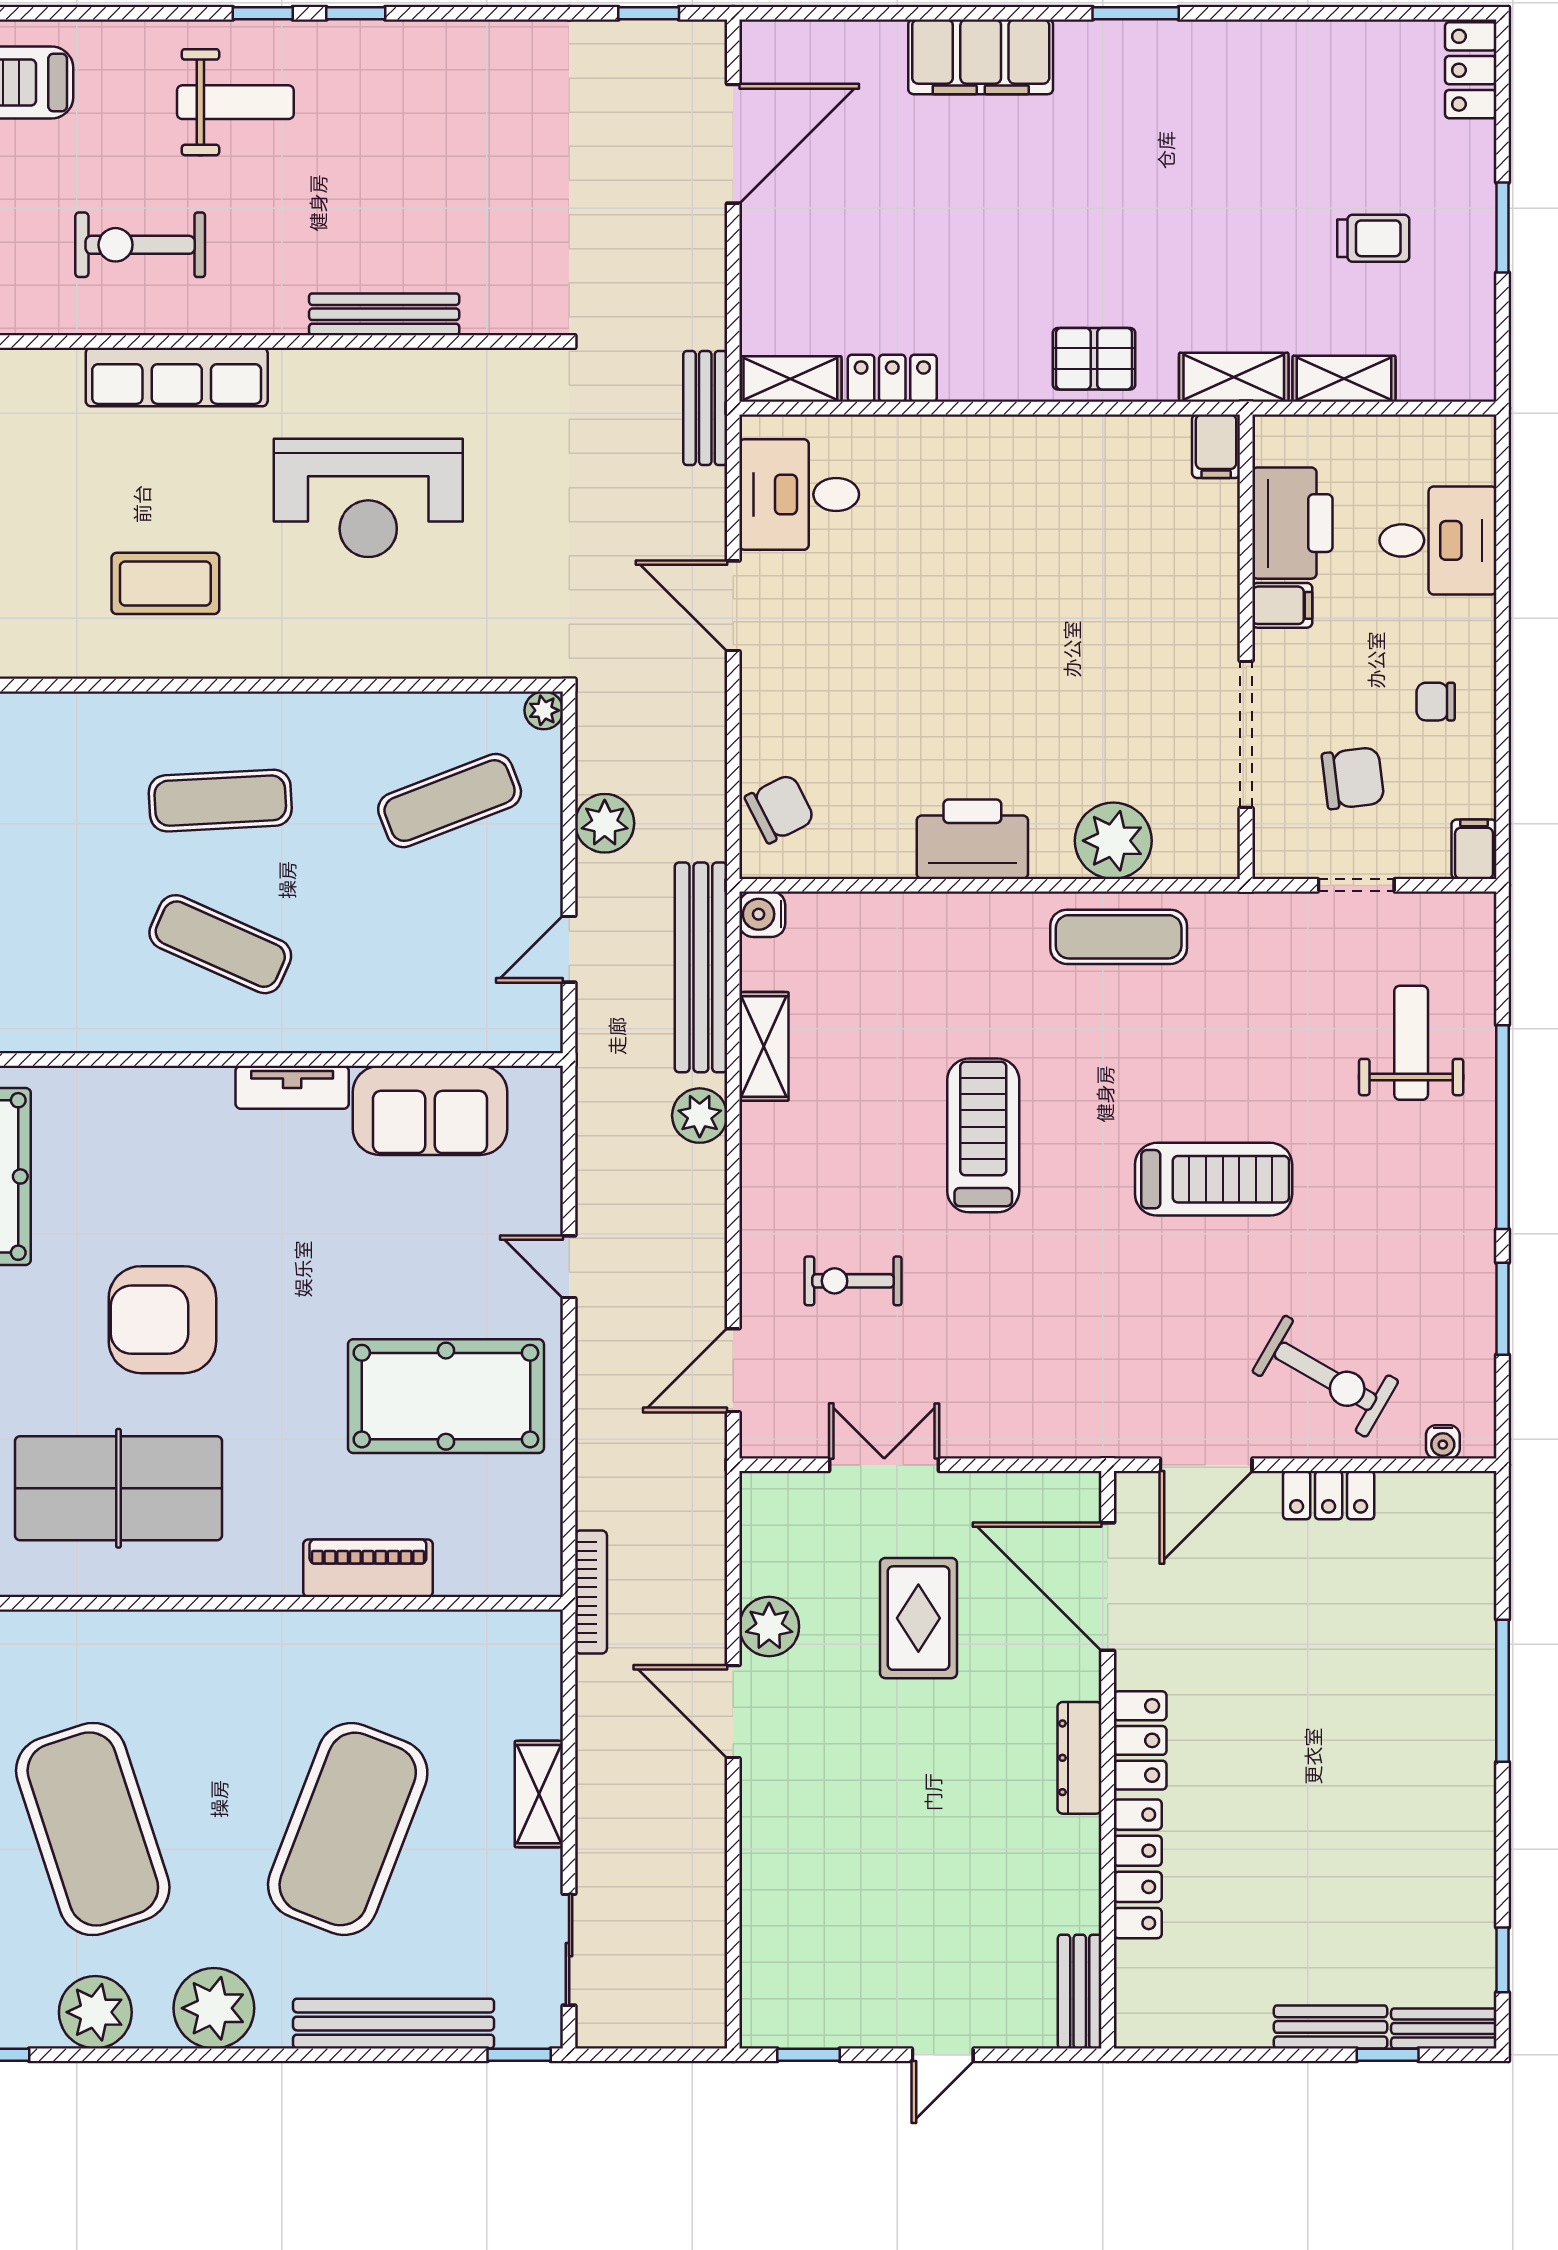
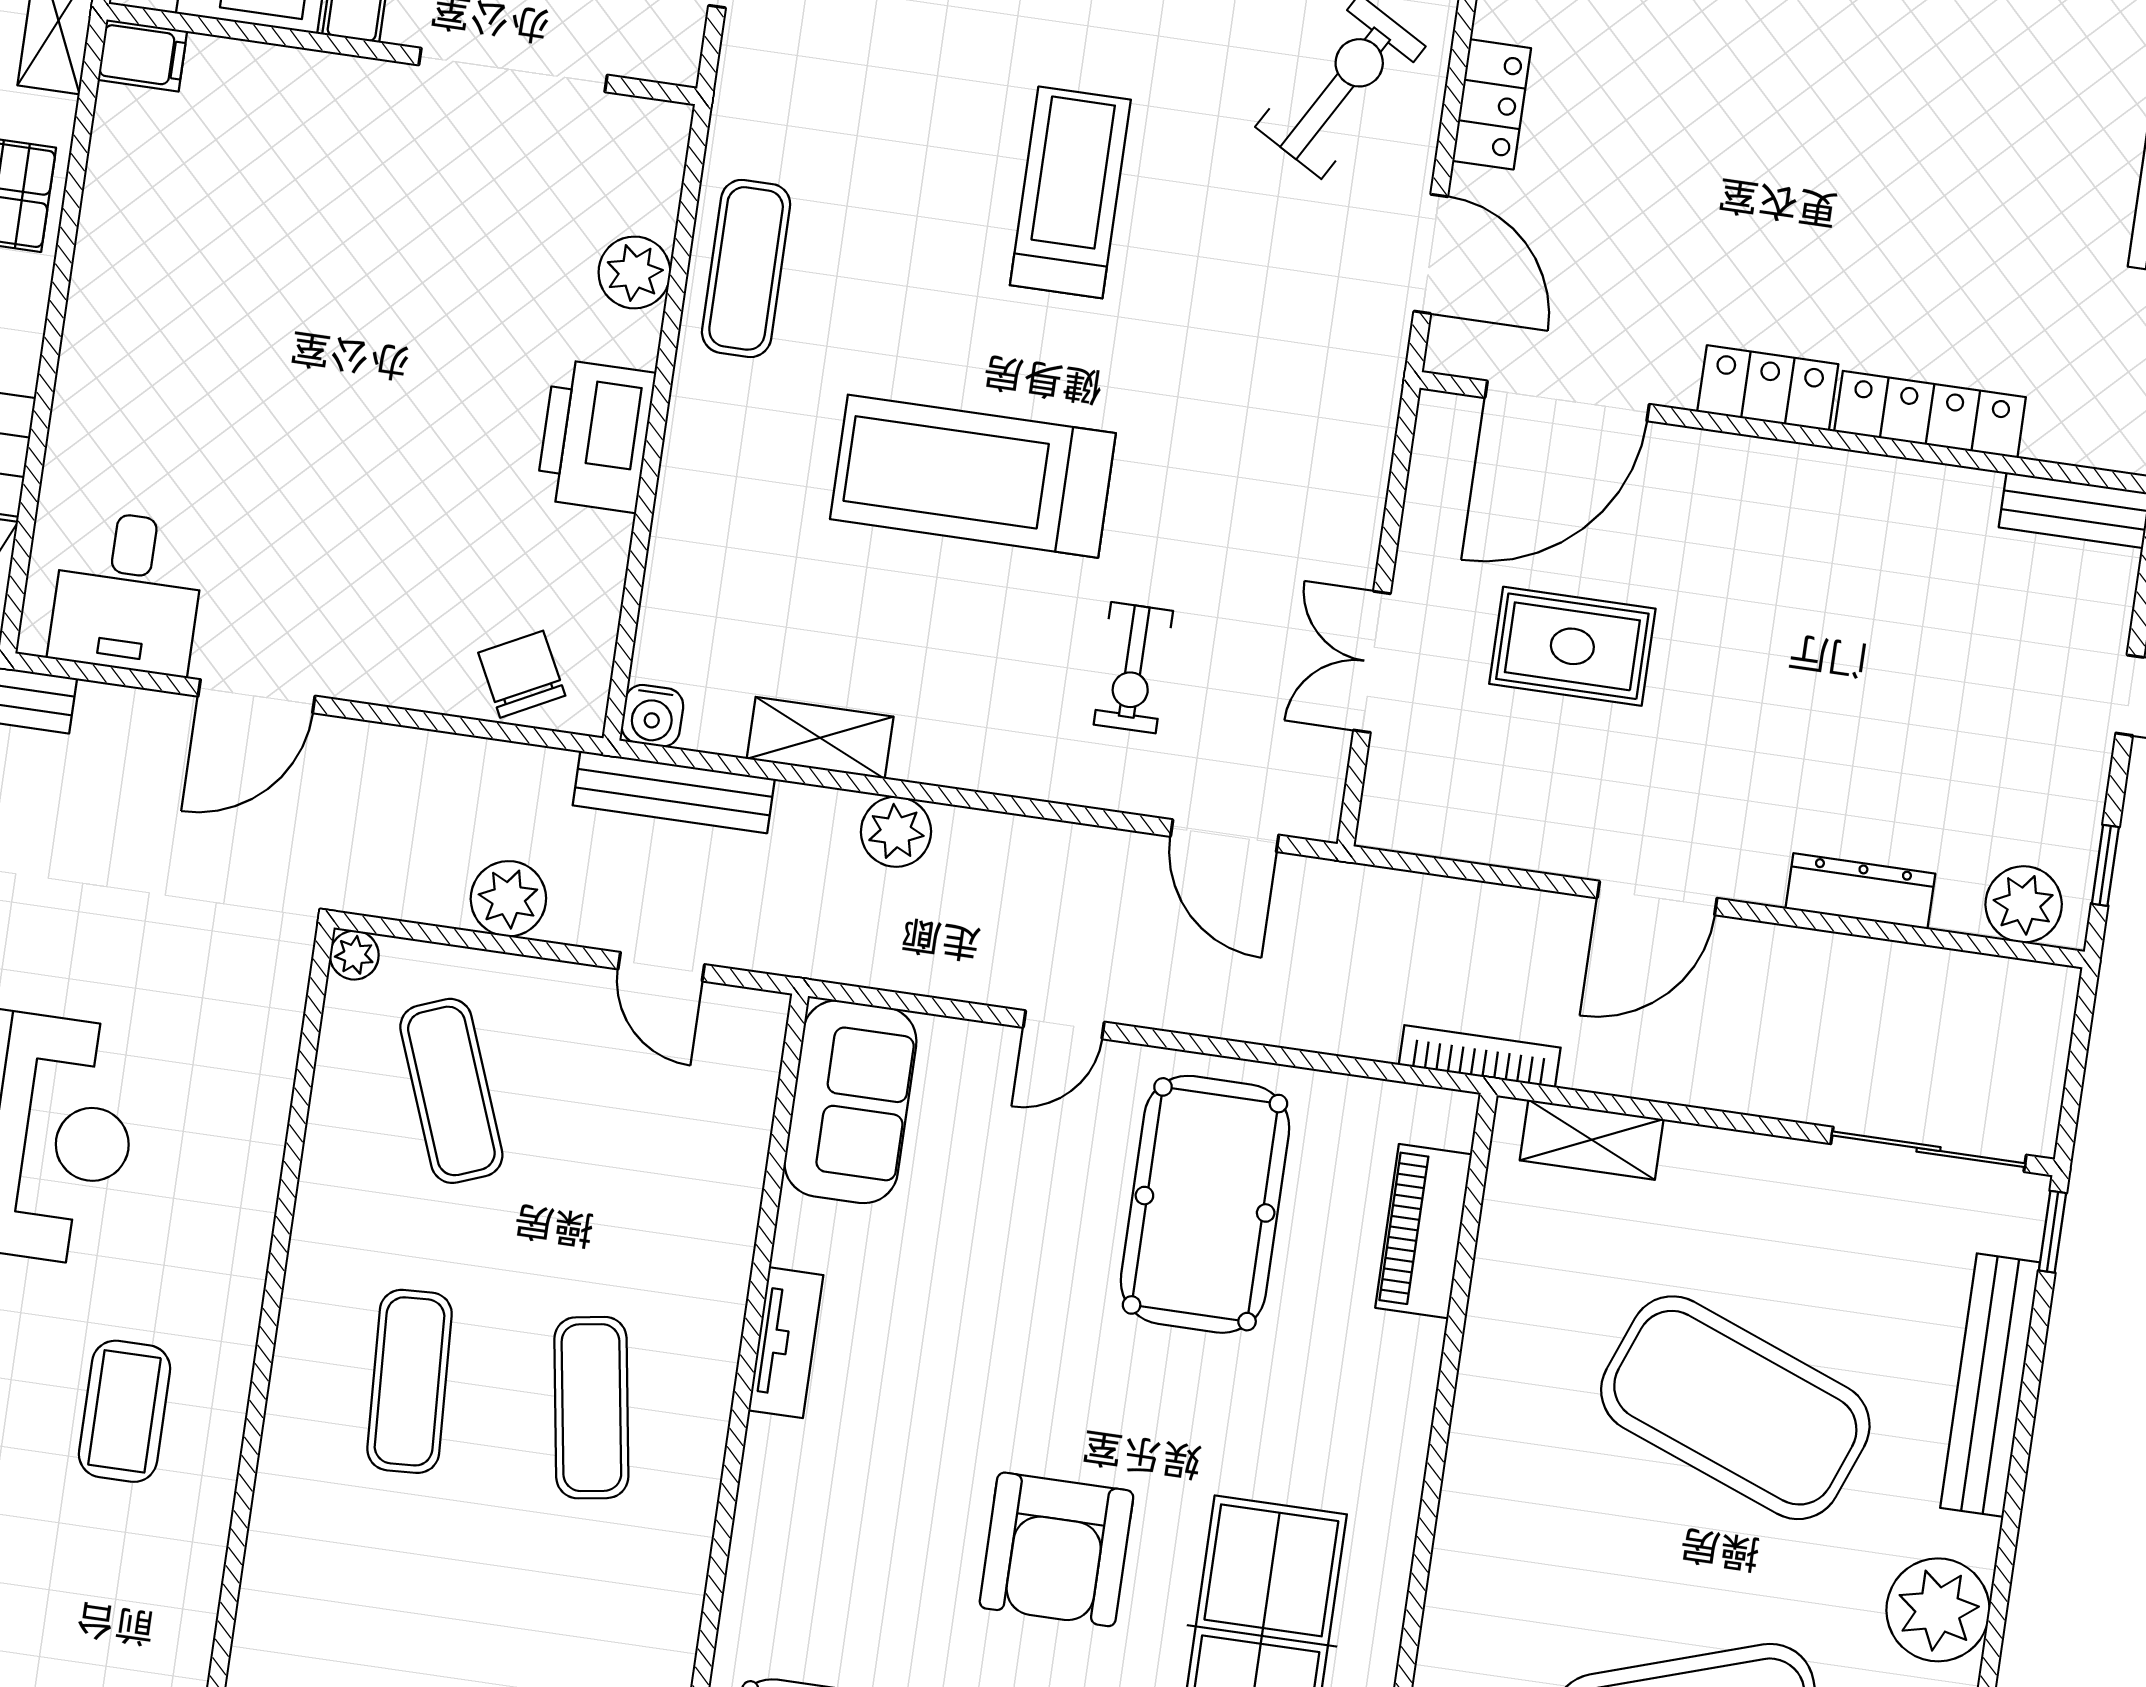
plant: (1113, 841) -> (634, 272), width x0.73, depth x0.73
exercise mat: (220, 944) -> (591, 1408), turned -33
bench: (701, 967) -> (674, 792), width x0.73, depth x0.82
sofa: (430, 1110) -> (850, 1102), moved
treadmill: (983, 1135) -> (973, 476), width x1.37, depth x1.38
piano: (368, 1568) -> (1424, 1231), moved
plant: (769, 1626) -> (2024, 904), moved
dresser: (1080, 1758) -> (1860, 891), moved, turned 180
shelving: (539, 1794) -> (1592, 1140), moved
sliding door: (569, 1950) -> (1929, 1149), width x1.37

